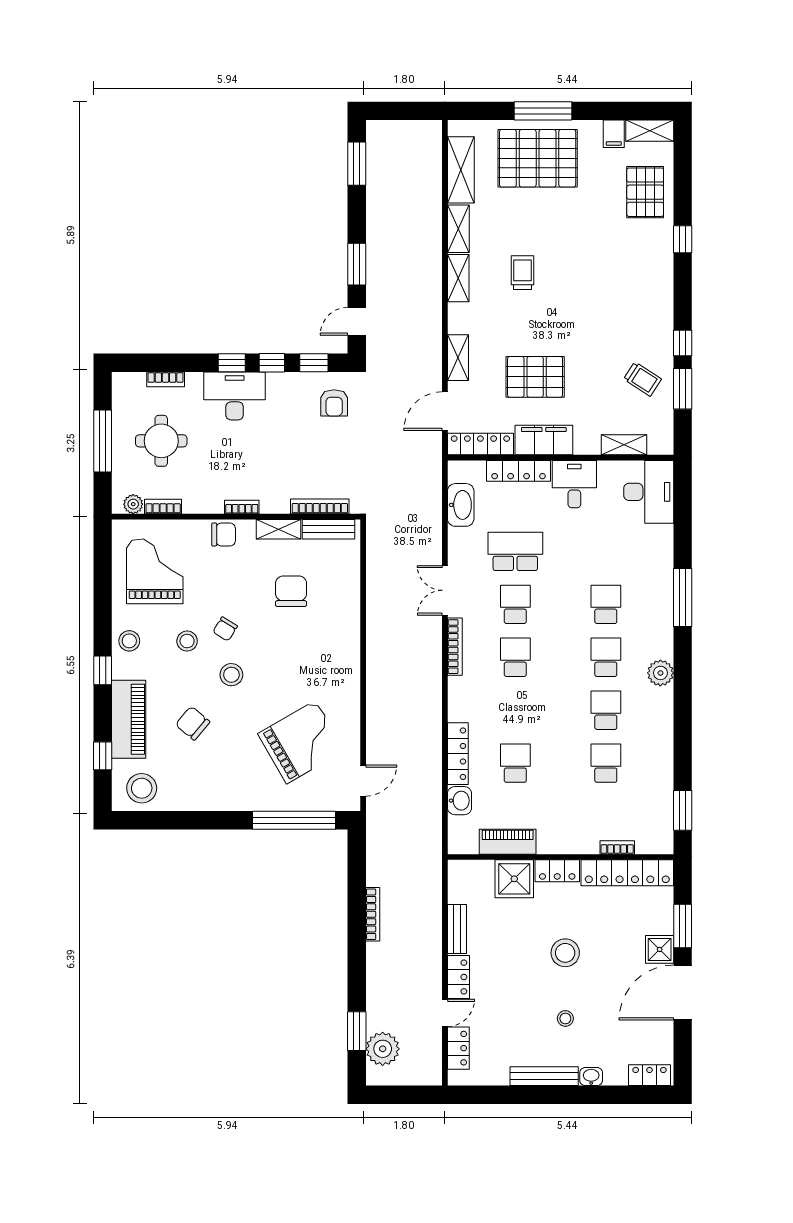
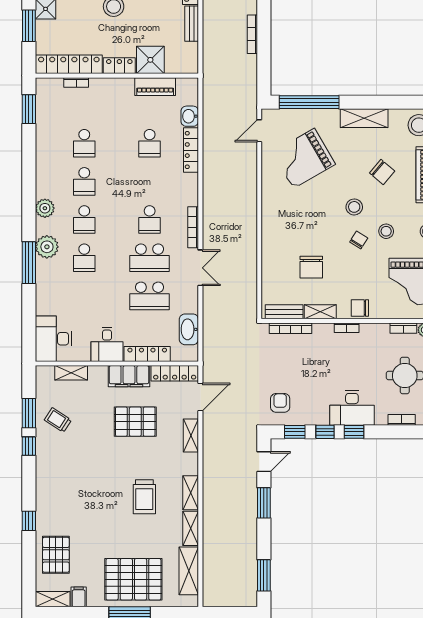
trolley: (522, 273) -> (144, 497), width x1.36, depth x1.39
school desk: (515, 604) -> (150, 258), width x1.85
plant: (658, 619) -> (47, 247), added
shelving: (218, 798) -> (364, 118), added

